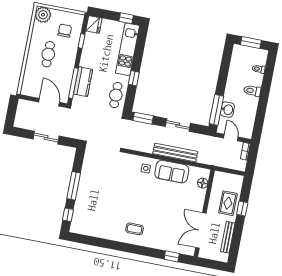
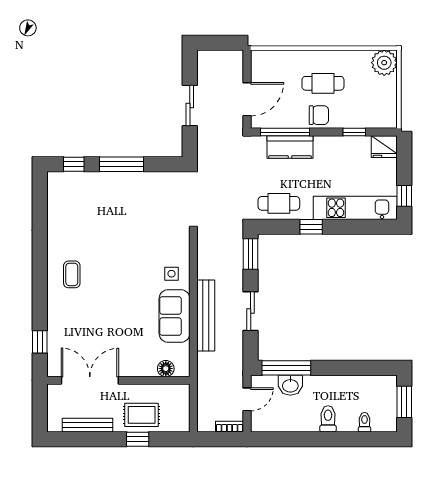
chair: (65, 31) -> (319, 115), moved

